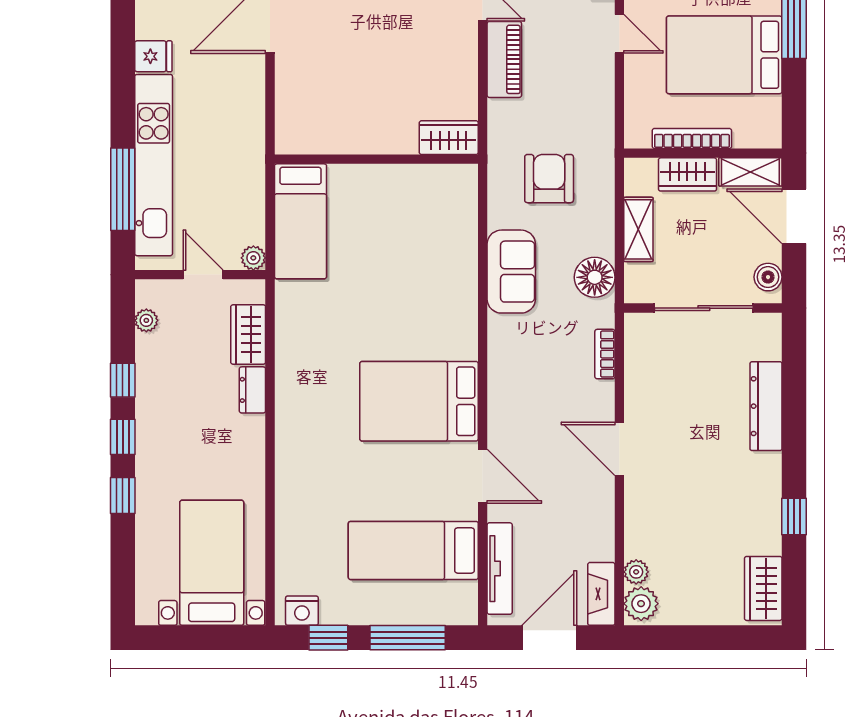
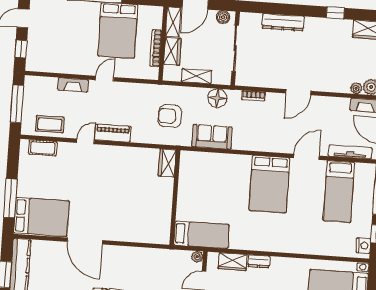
wardrobe: (449, 138) -> (167, 163), moved
wall: (376, 159) -> (175, 197), moved
bed: (300, 221) -> (201, 235), moved

